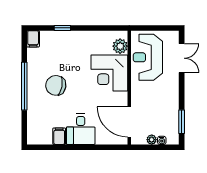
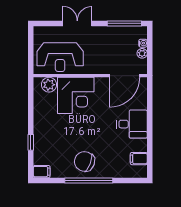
double door: (182, 58) -> (77, 23), moved
chair: (56, 85) -> (85, 161), moved, turned 101
window: (182, 122) -> (124, 23), width x1.44
filing cabinet: (59, 136) -> (139, 159), moved

